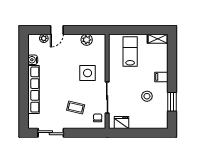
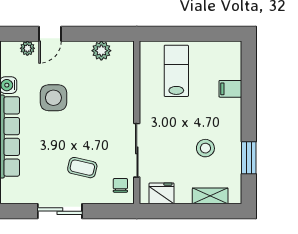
shelving: (158, 39) -> (210, 196), moved
side table: (88, 73) -> (53, 98), moved
filing cabinet: (161, 77) -> (230, 89), moved
sliding door: (51, 133) -> (60, 211), moved

